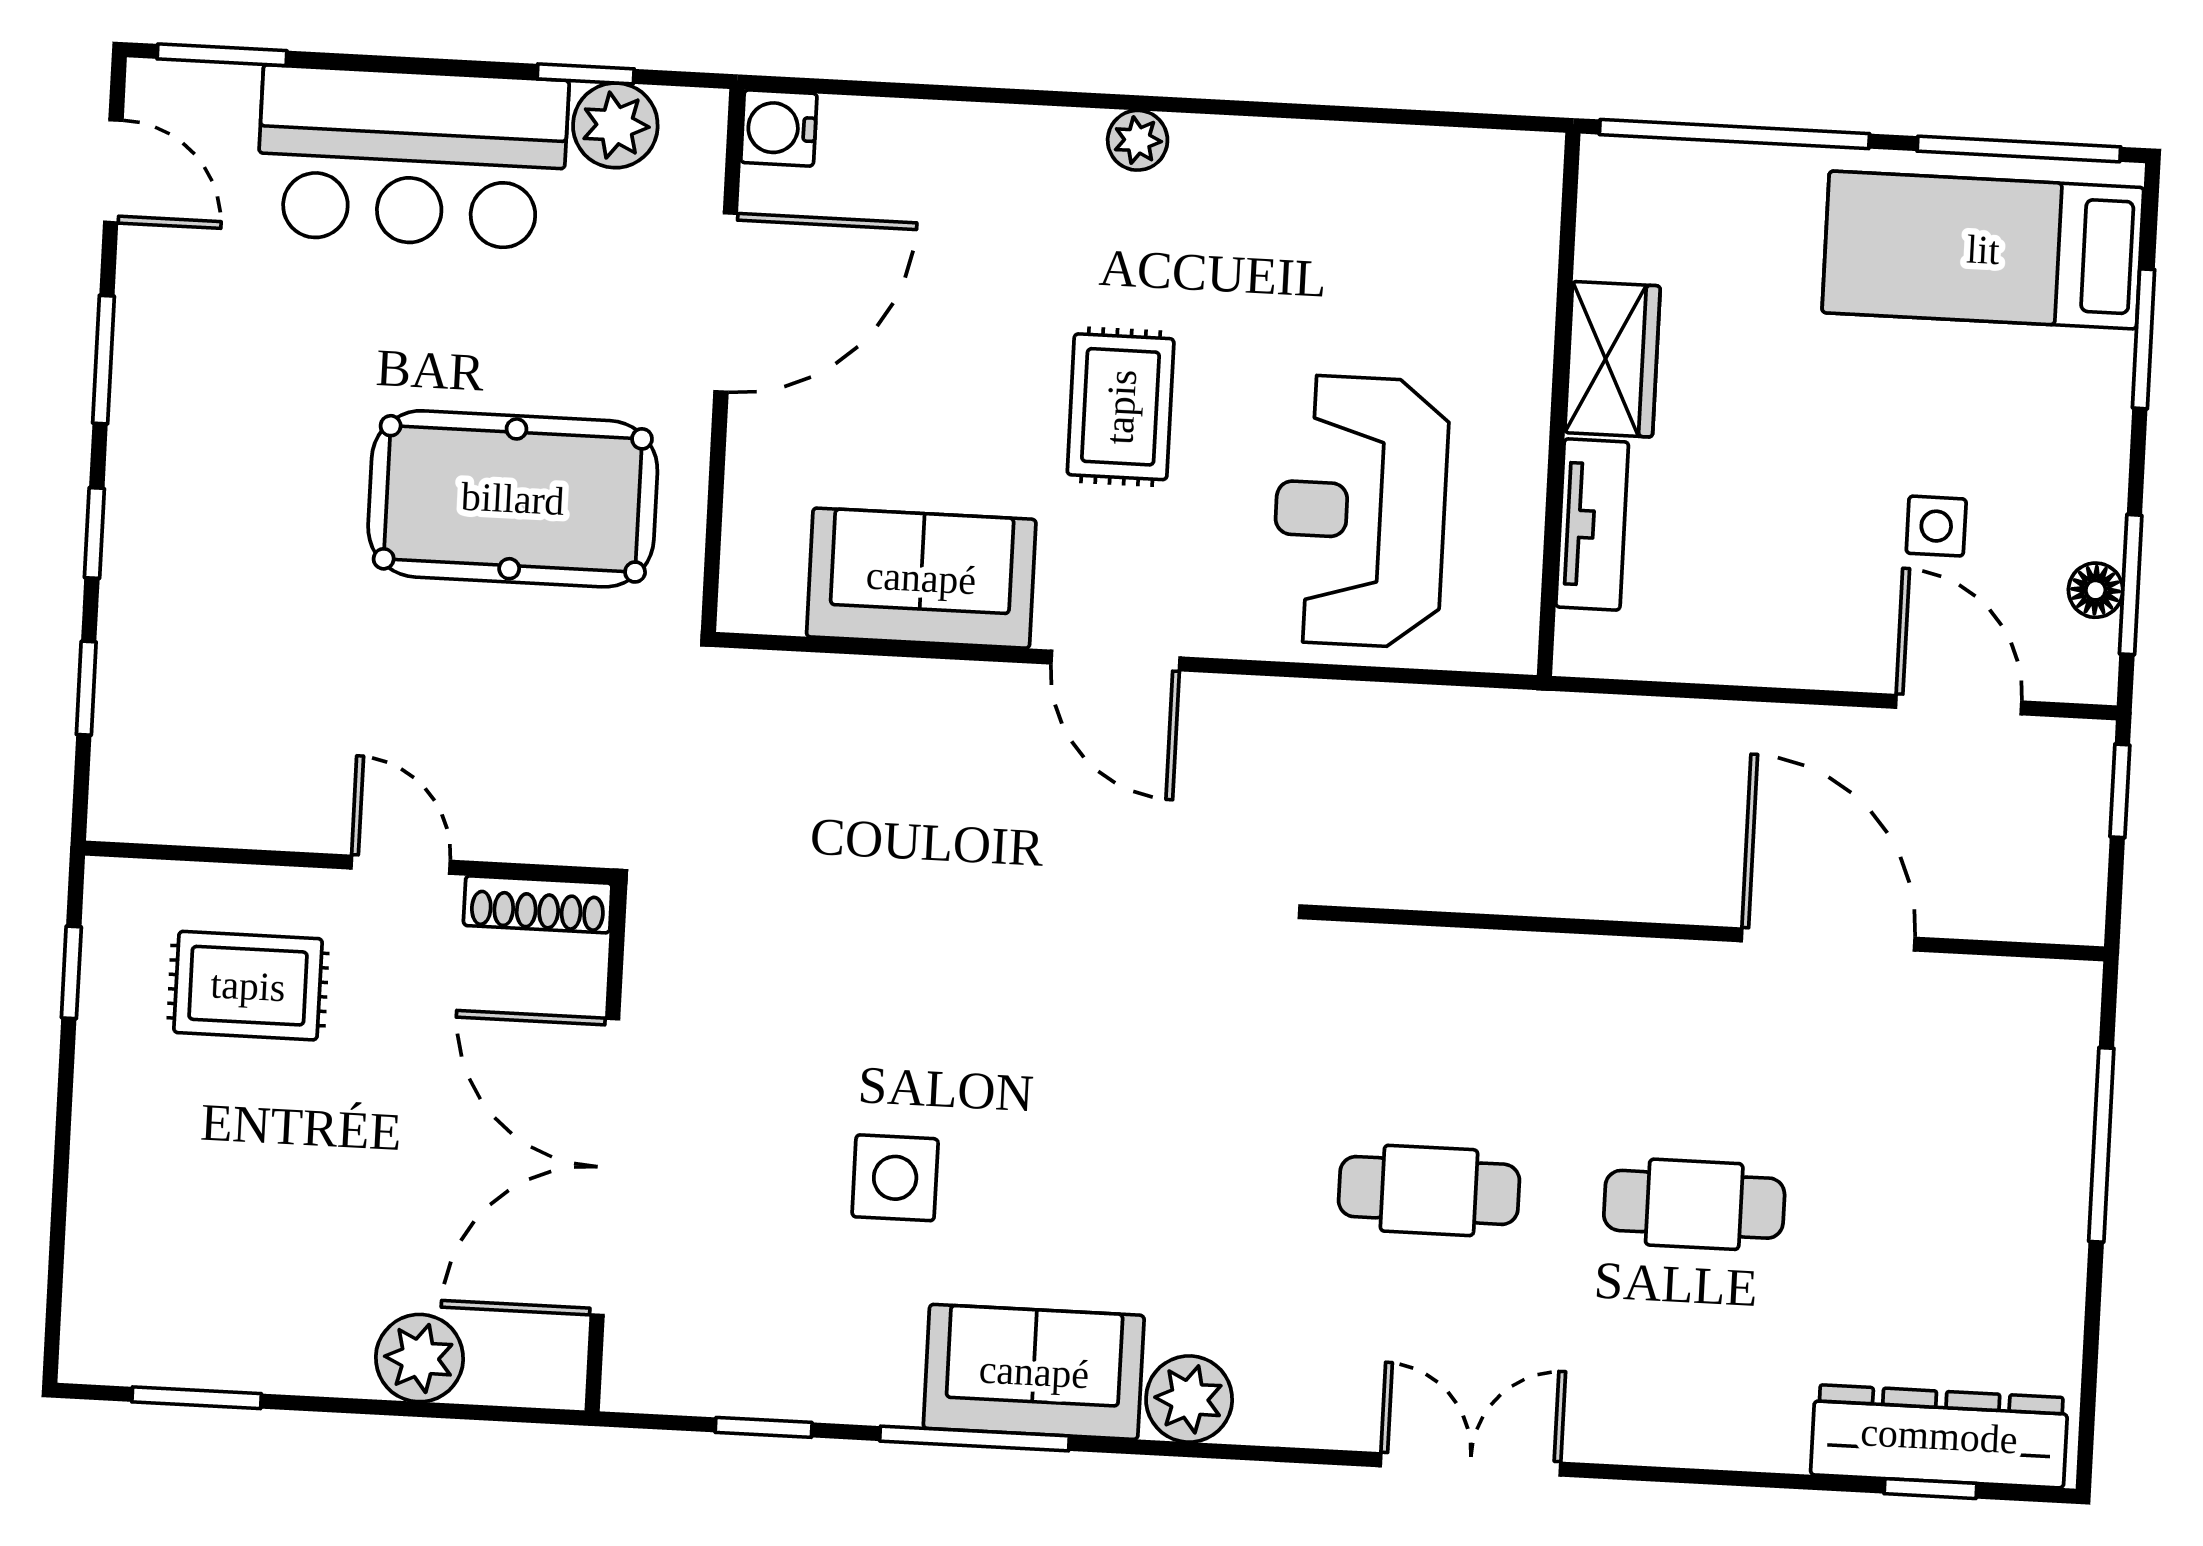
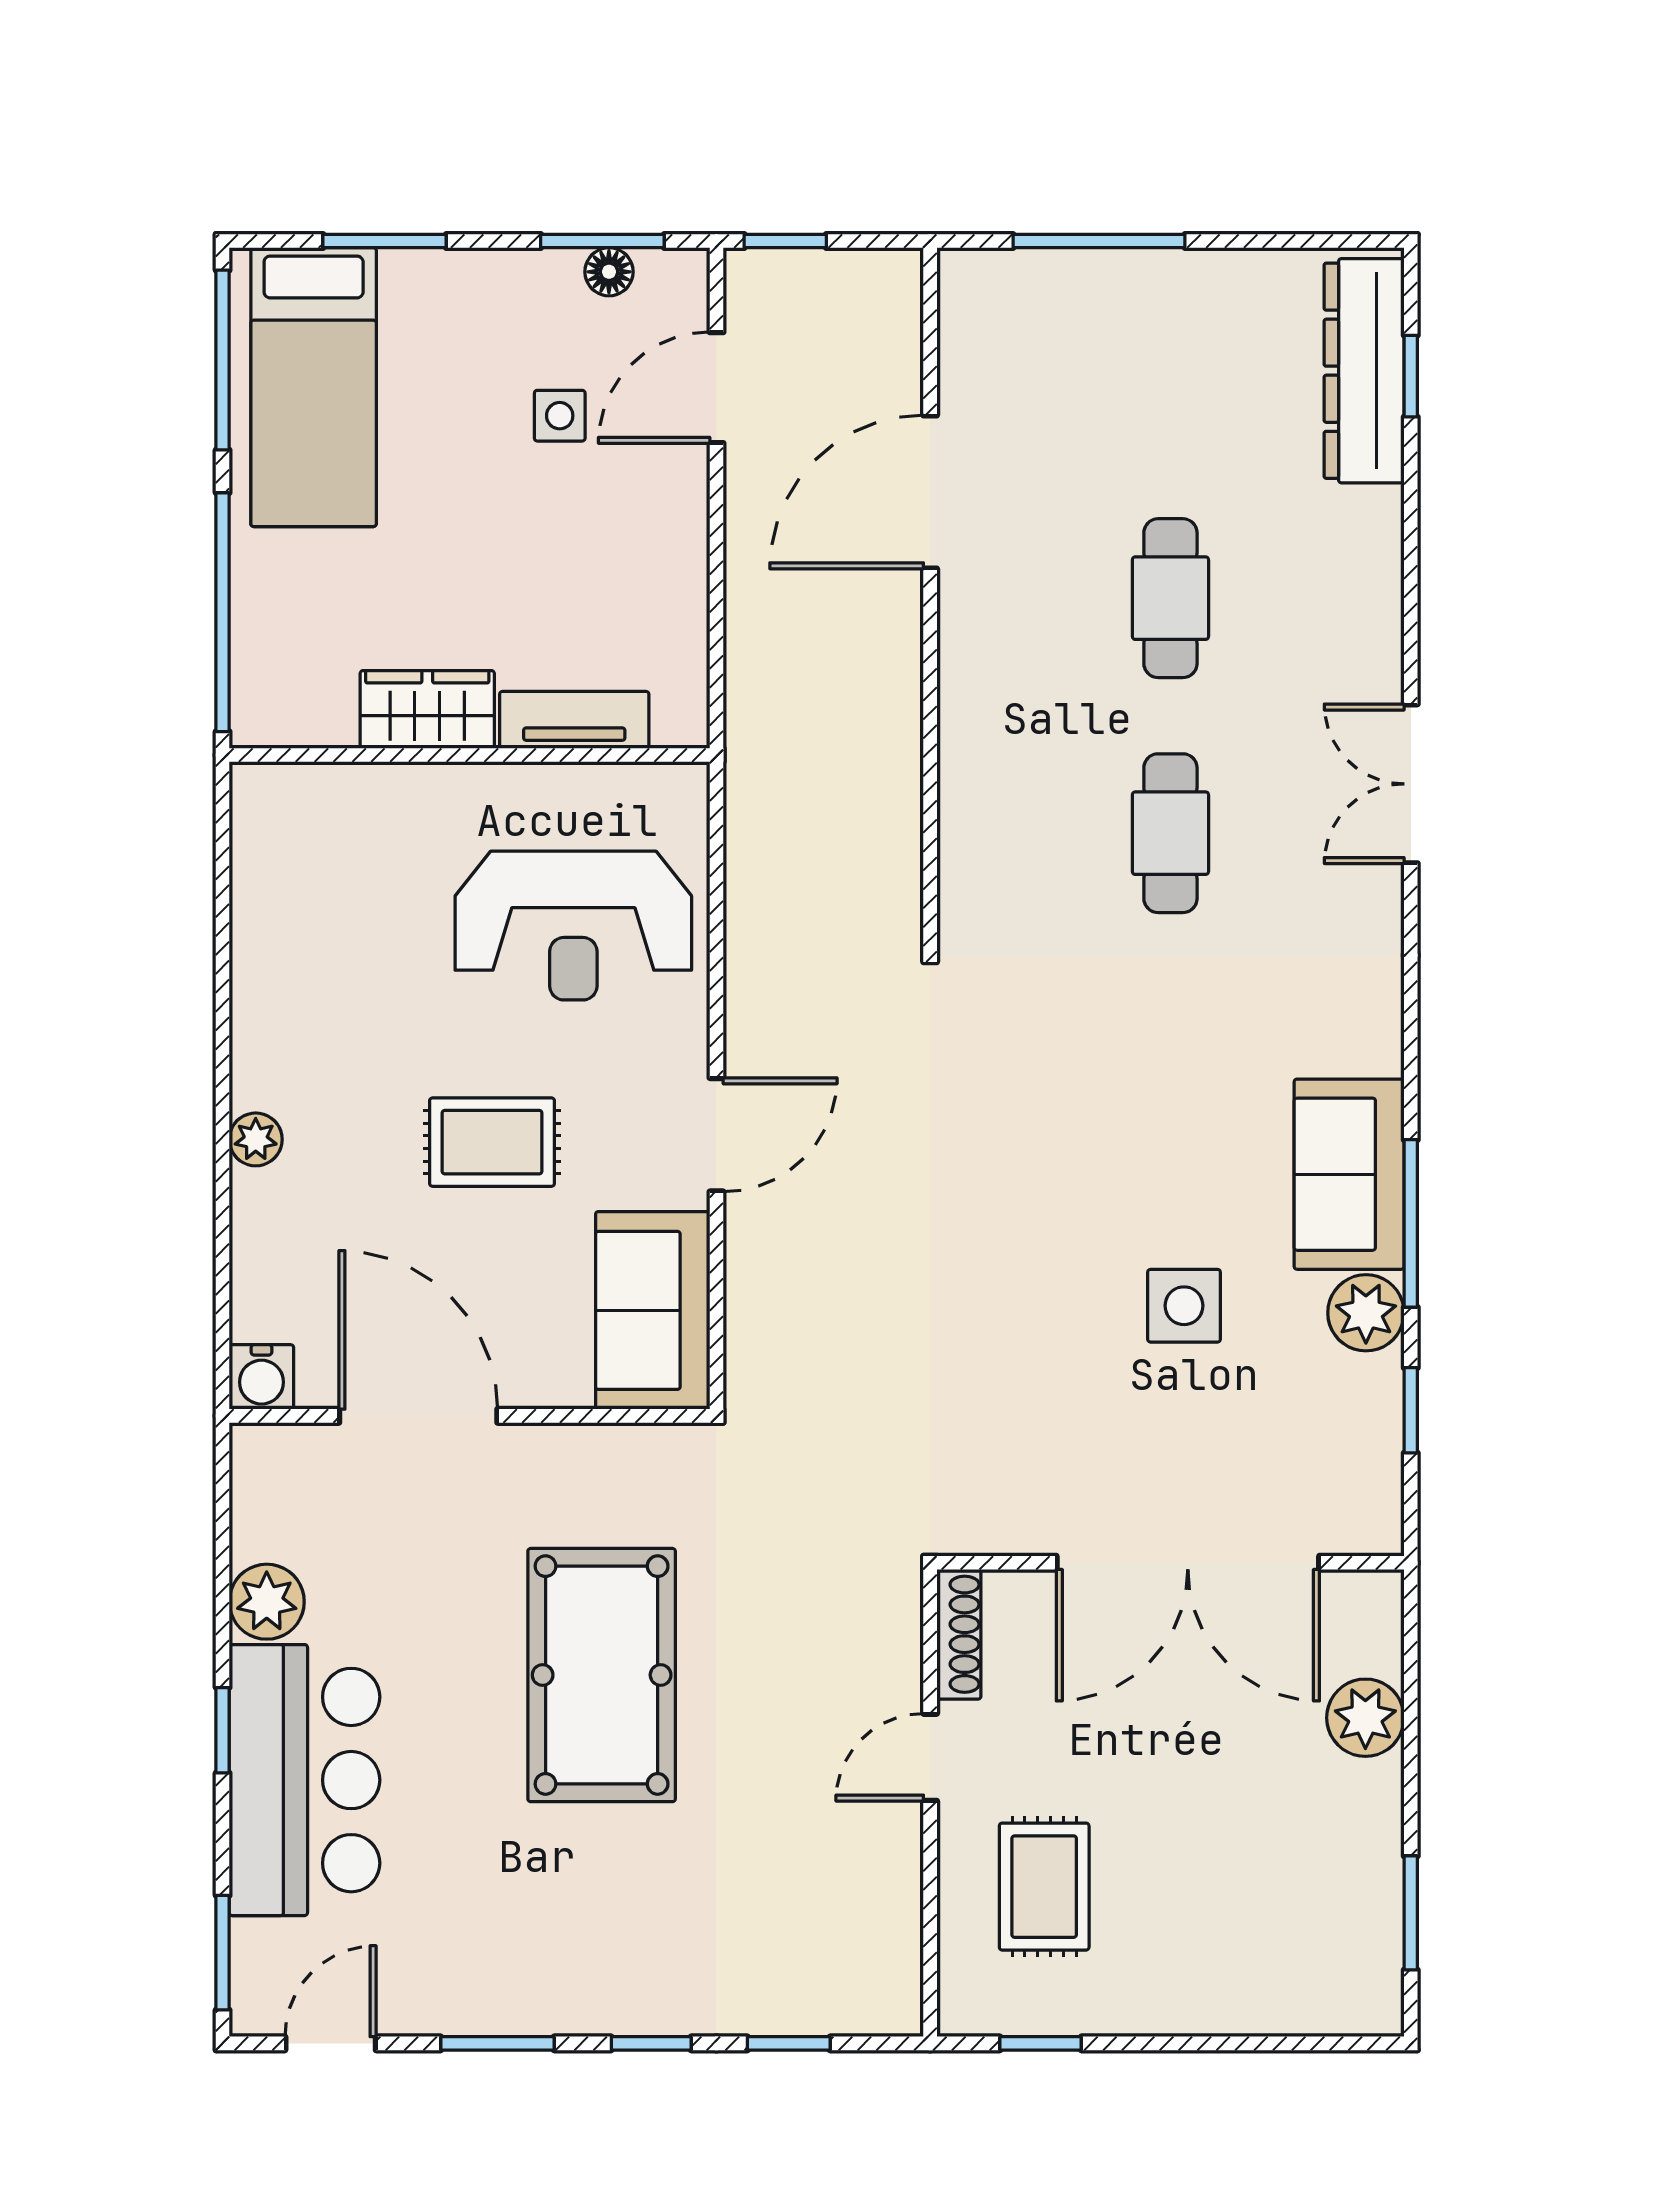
window: (586, 74) -> (223, 1730), moved
water cooler: (779, 128) -> (261, 1377), moved
door: (726, 303) -> (418, 1416), moved
wall: (723, 360) -> (470, 1416), moved
plant: (1189, 1399) -> (1366, 1313), moved

